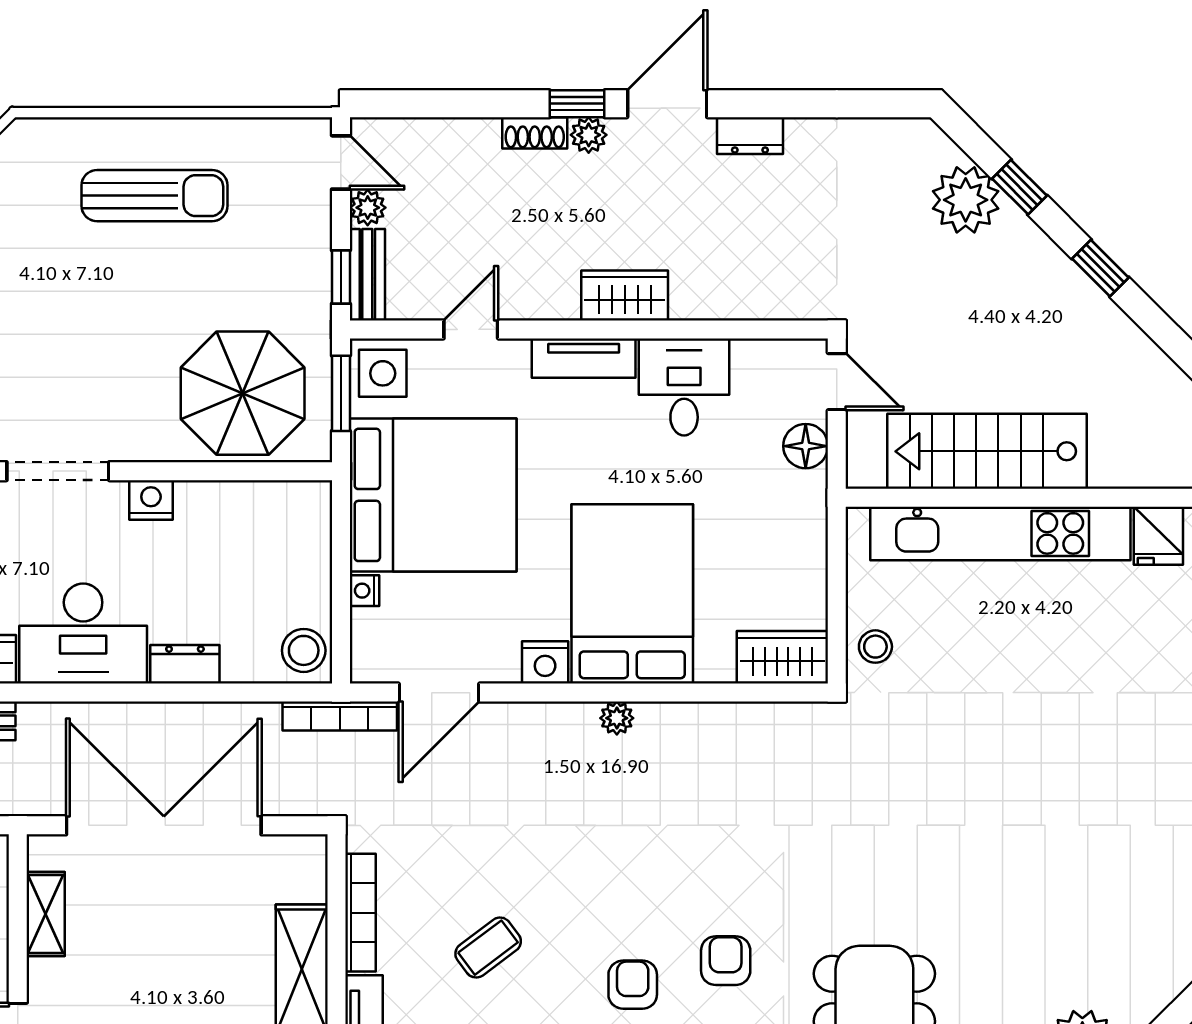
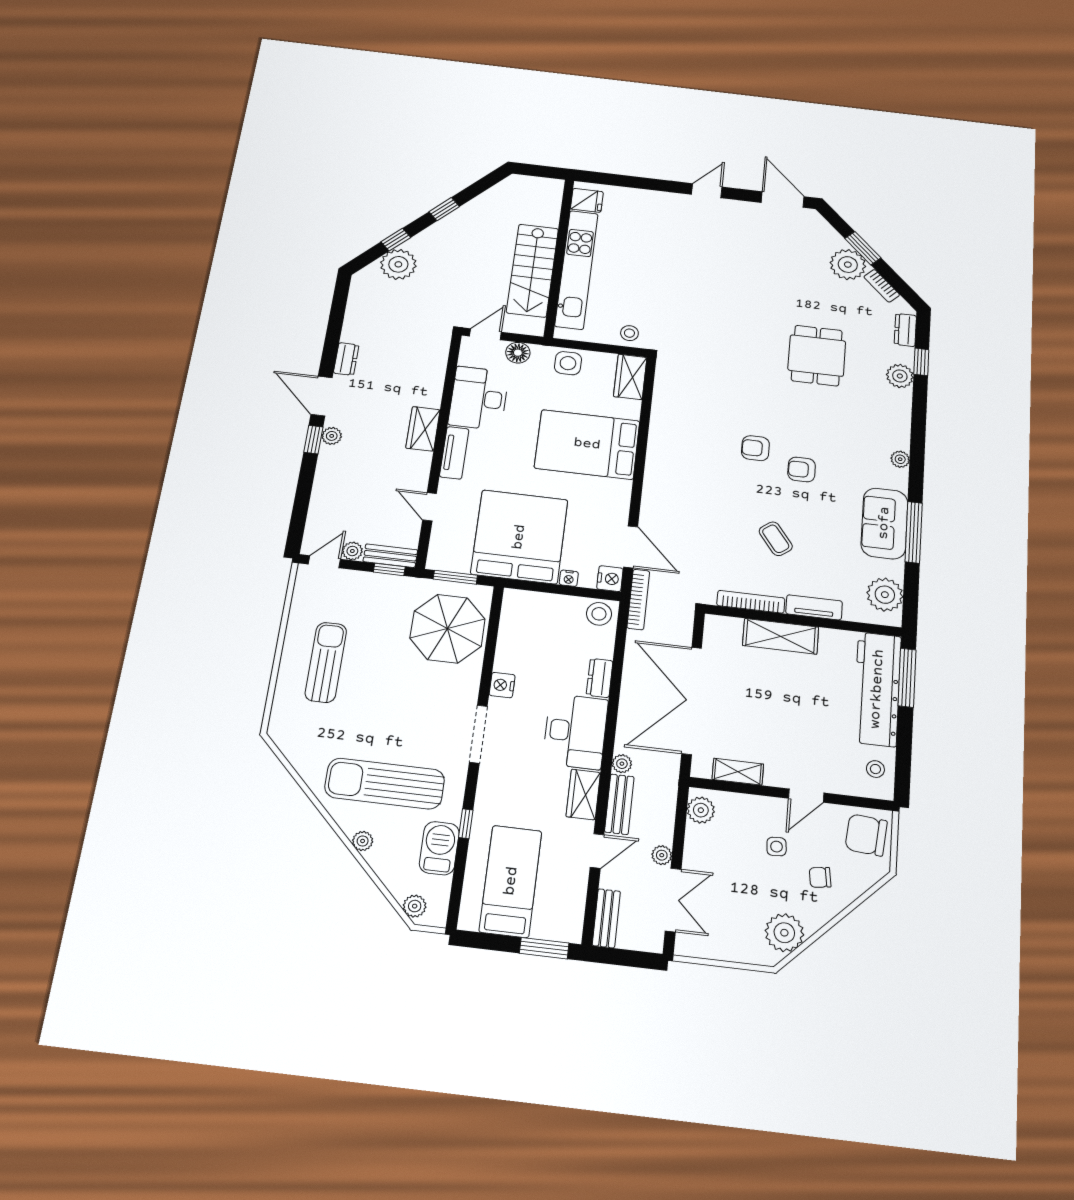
shoe rack: (535, 133) -> (326, 462), removed
side table: (383, 373) -> (568, 363), moved
desk: (684, 387) -> (479, 398), width x1.37
nightstand: (545, 662) -> (610, 579), moved
plant: (617, 718) -> (622, 764), moved
armchair: (726, 961) -> (755, 448), moved

